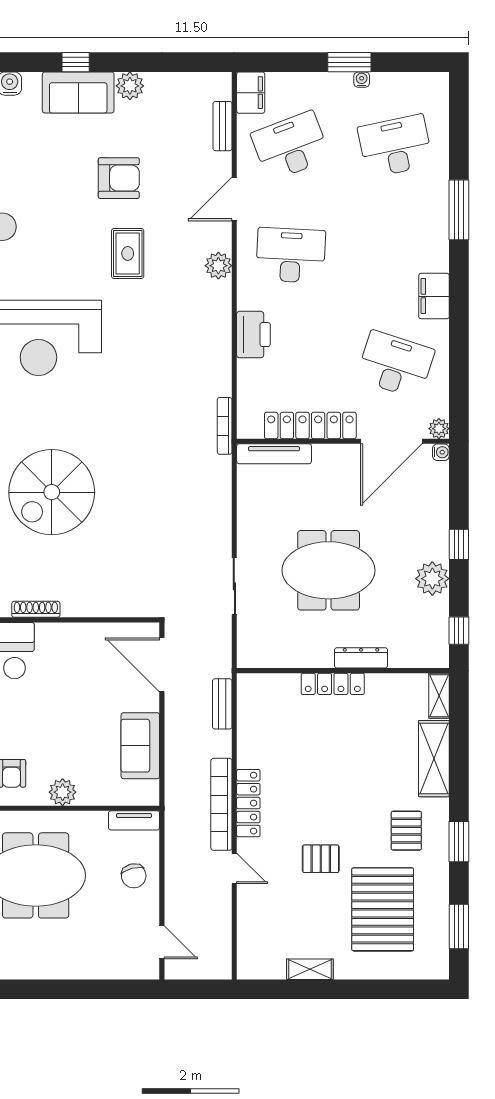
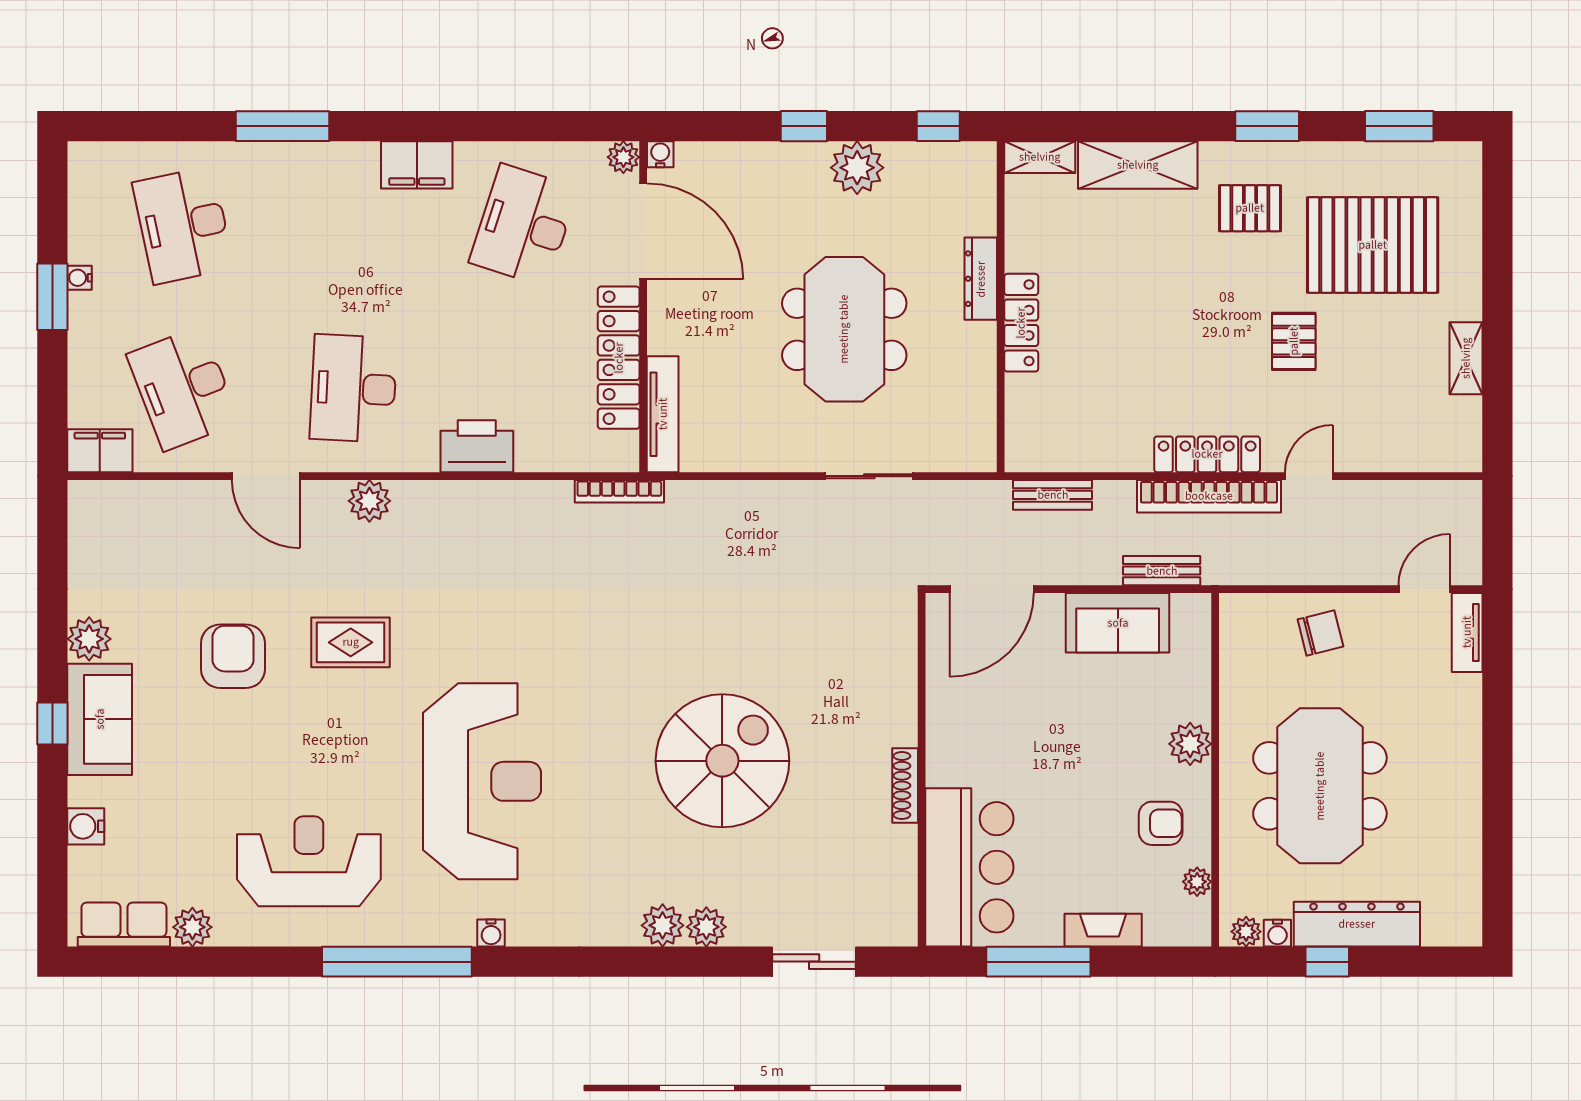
bench: (222, 126) -> (1162, 571), moved
spiral stairs: (52, 492) -> (722, 761), turned -90
tv unit: (134, 820) -> (1467, 632), moved, turned 180

